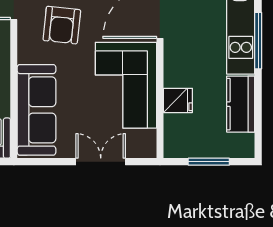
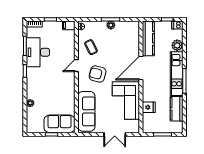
armchair: (62, 25) -> (98, 74), turned 98
double door: (101, 162) -> (115, 134), swing flipped

